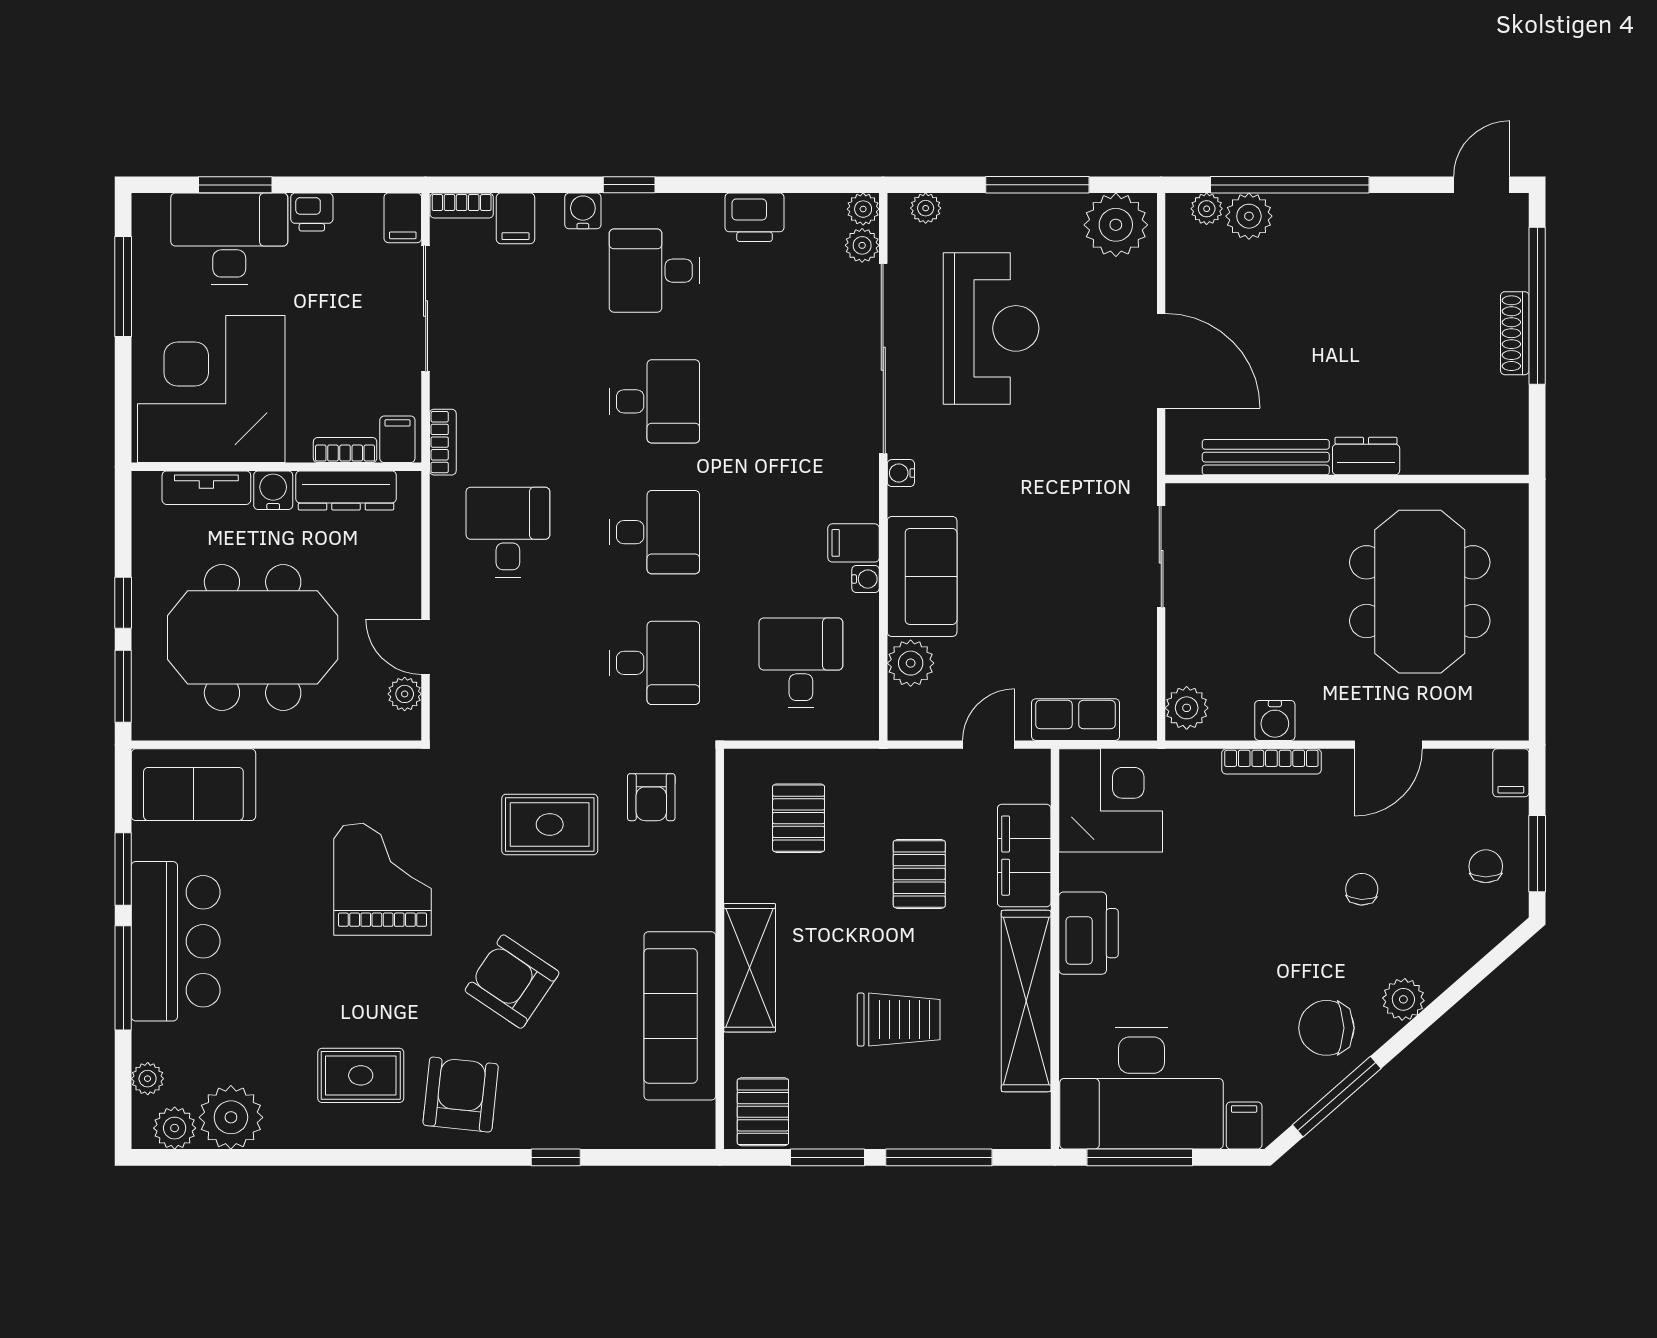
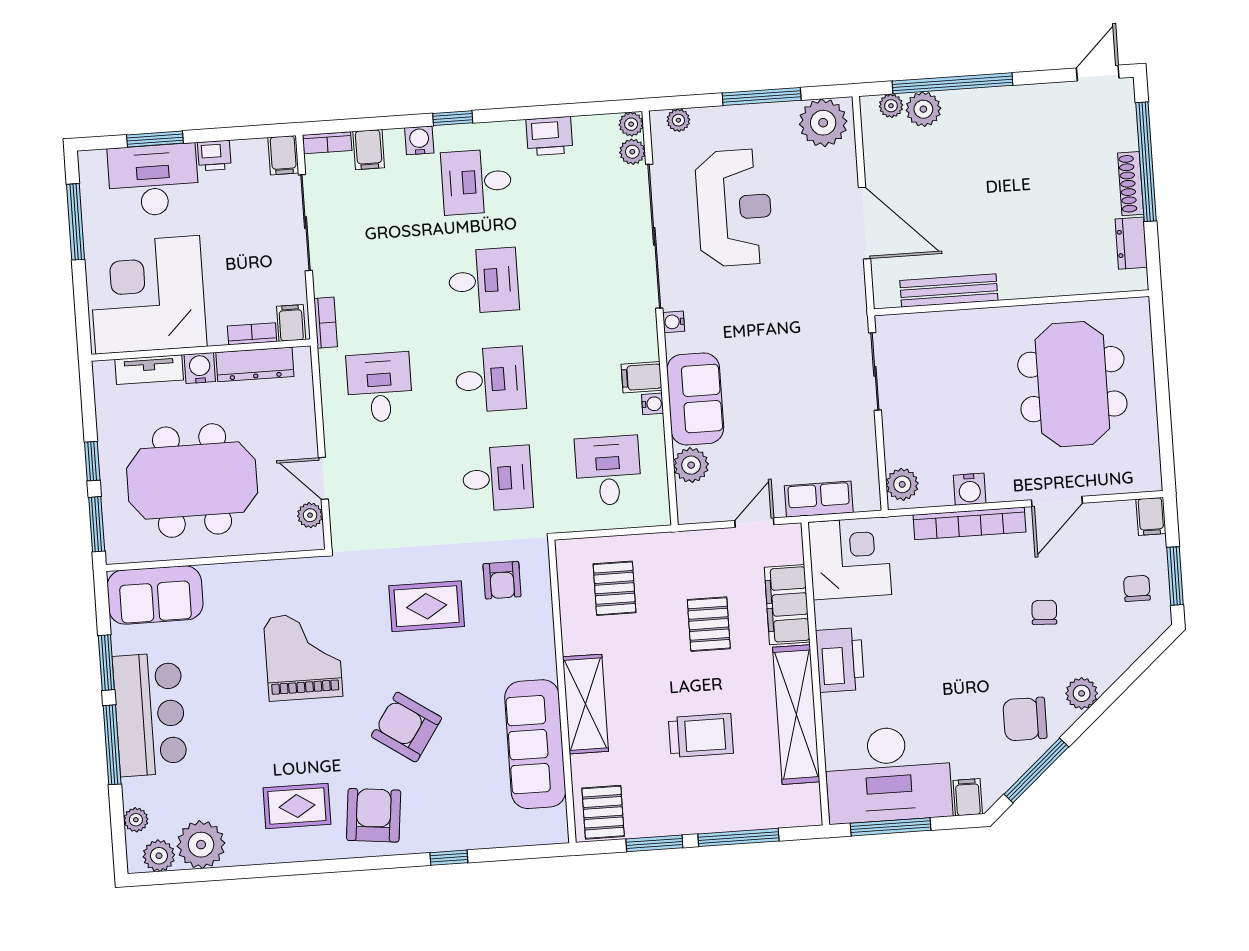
dresser: (1366, 456) -> (1131, 243), moved, turned -90
bookcase: (1271, 761) -> (969, 523), width x1.48, depth x1.31

